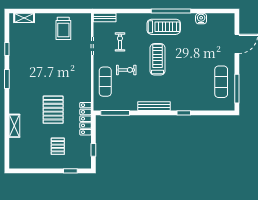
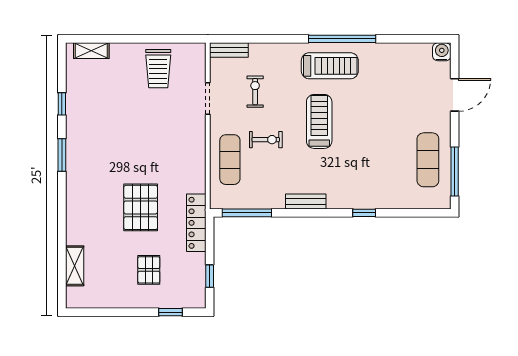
water cooler: (201, 19) -> (442, 52), moved
bench: (154, 106) -> (306, 201), width x0.73
shelving: (14, 126) -> (75, 266), moved

